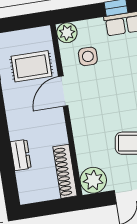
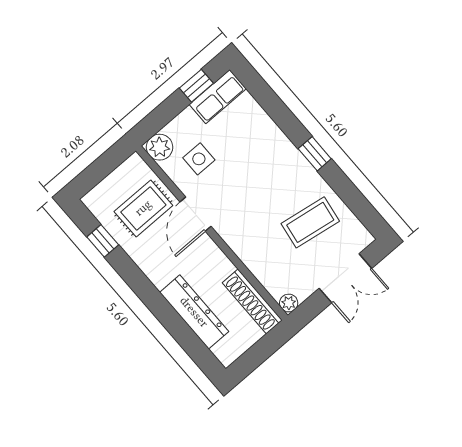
dresser: (21, 155) -> (194, 312), width x1.96, depth x1.24
plant: (93, 180) -> (289, 303), width x0.53, depth x0.53

